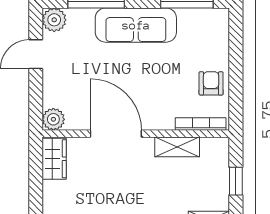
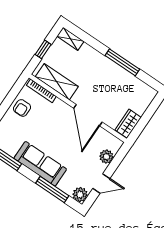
plant: (53, 119) -> (106, 157), moved
shelving: (177, 147) -> (57, 82), width x1.50, depth x1.33

